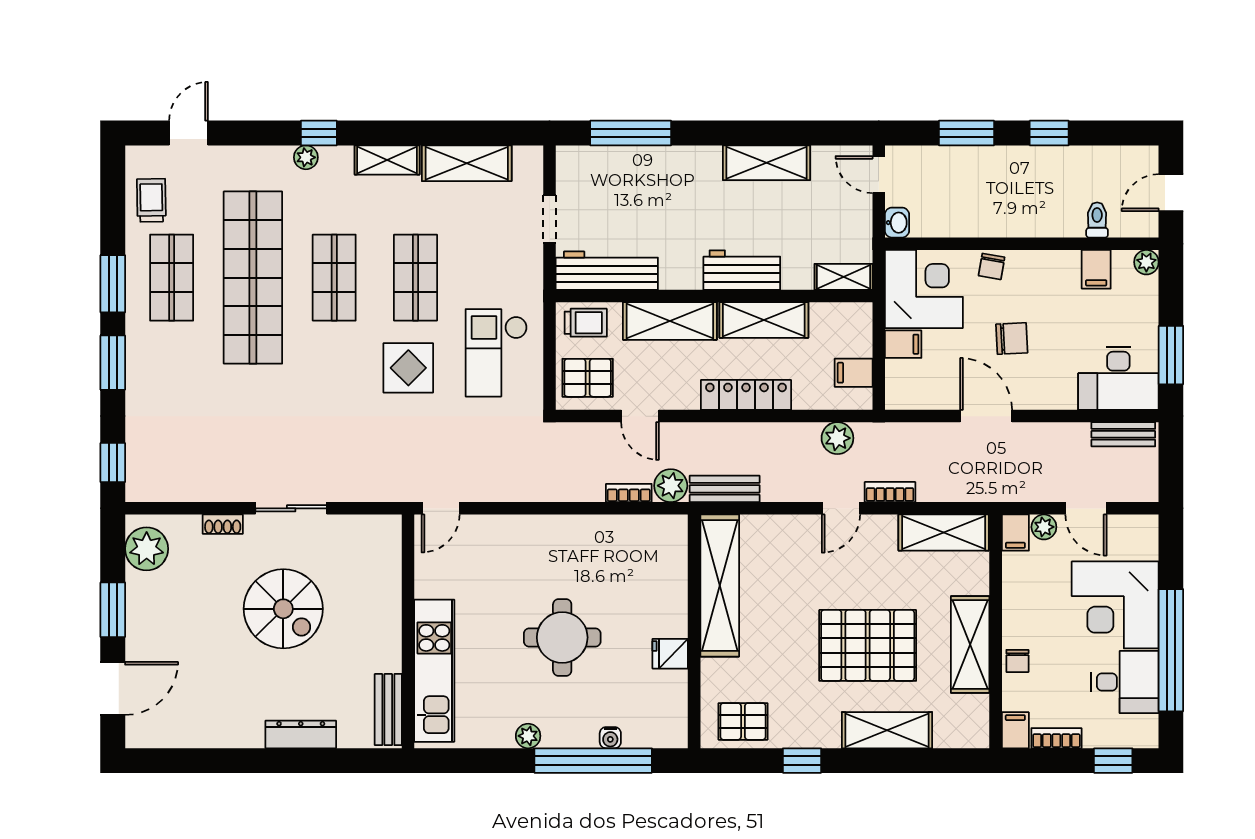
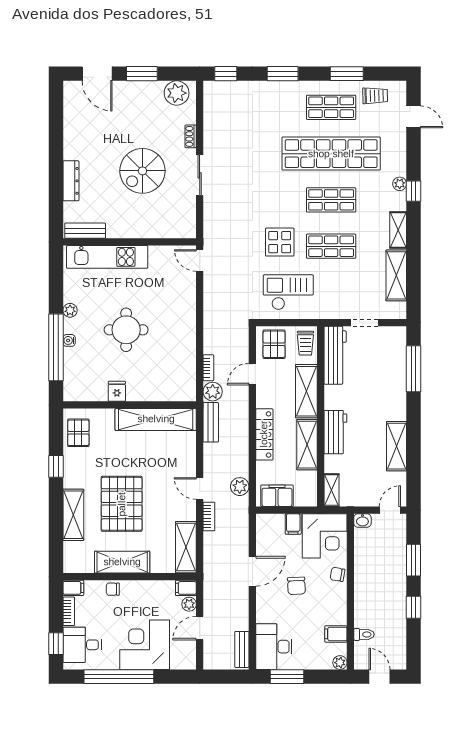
window: (113, 284) -> (347, 74), moved
filing cabinet: (854, 373) -> (277, 496), width x2.00
desk: (1125, 682) -> (82, 645), moved, turned 90
water cooler: (610, 738) -> (69, 340), moved

